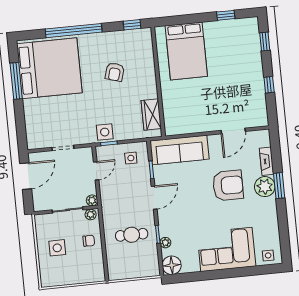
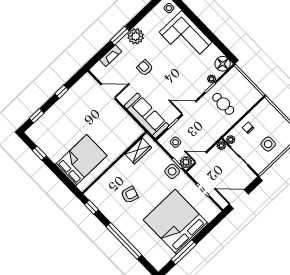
bed: (49, 68) -> (176, 222), moved
plant: (103, 153) -> (186, 162), added
armchair: (228, 185) -> (145, 68), width x0.53, depth x0.53
plant: (265, 187) -> (136, 36), moved

